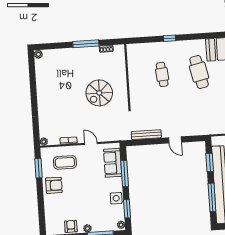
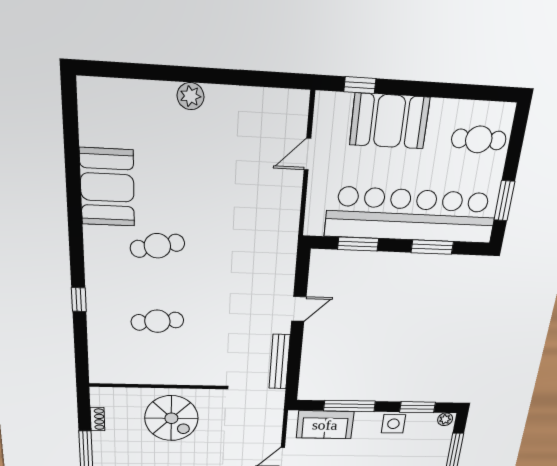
cafe table: (199, 72) -> (157, 246), width x0.73, depth x0.74
spiral stairs: (99, 93) -> (171, 418), moved
window: (212, 197) -> (432, 247), width x0.69

